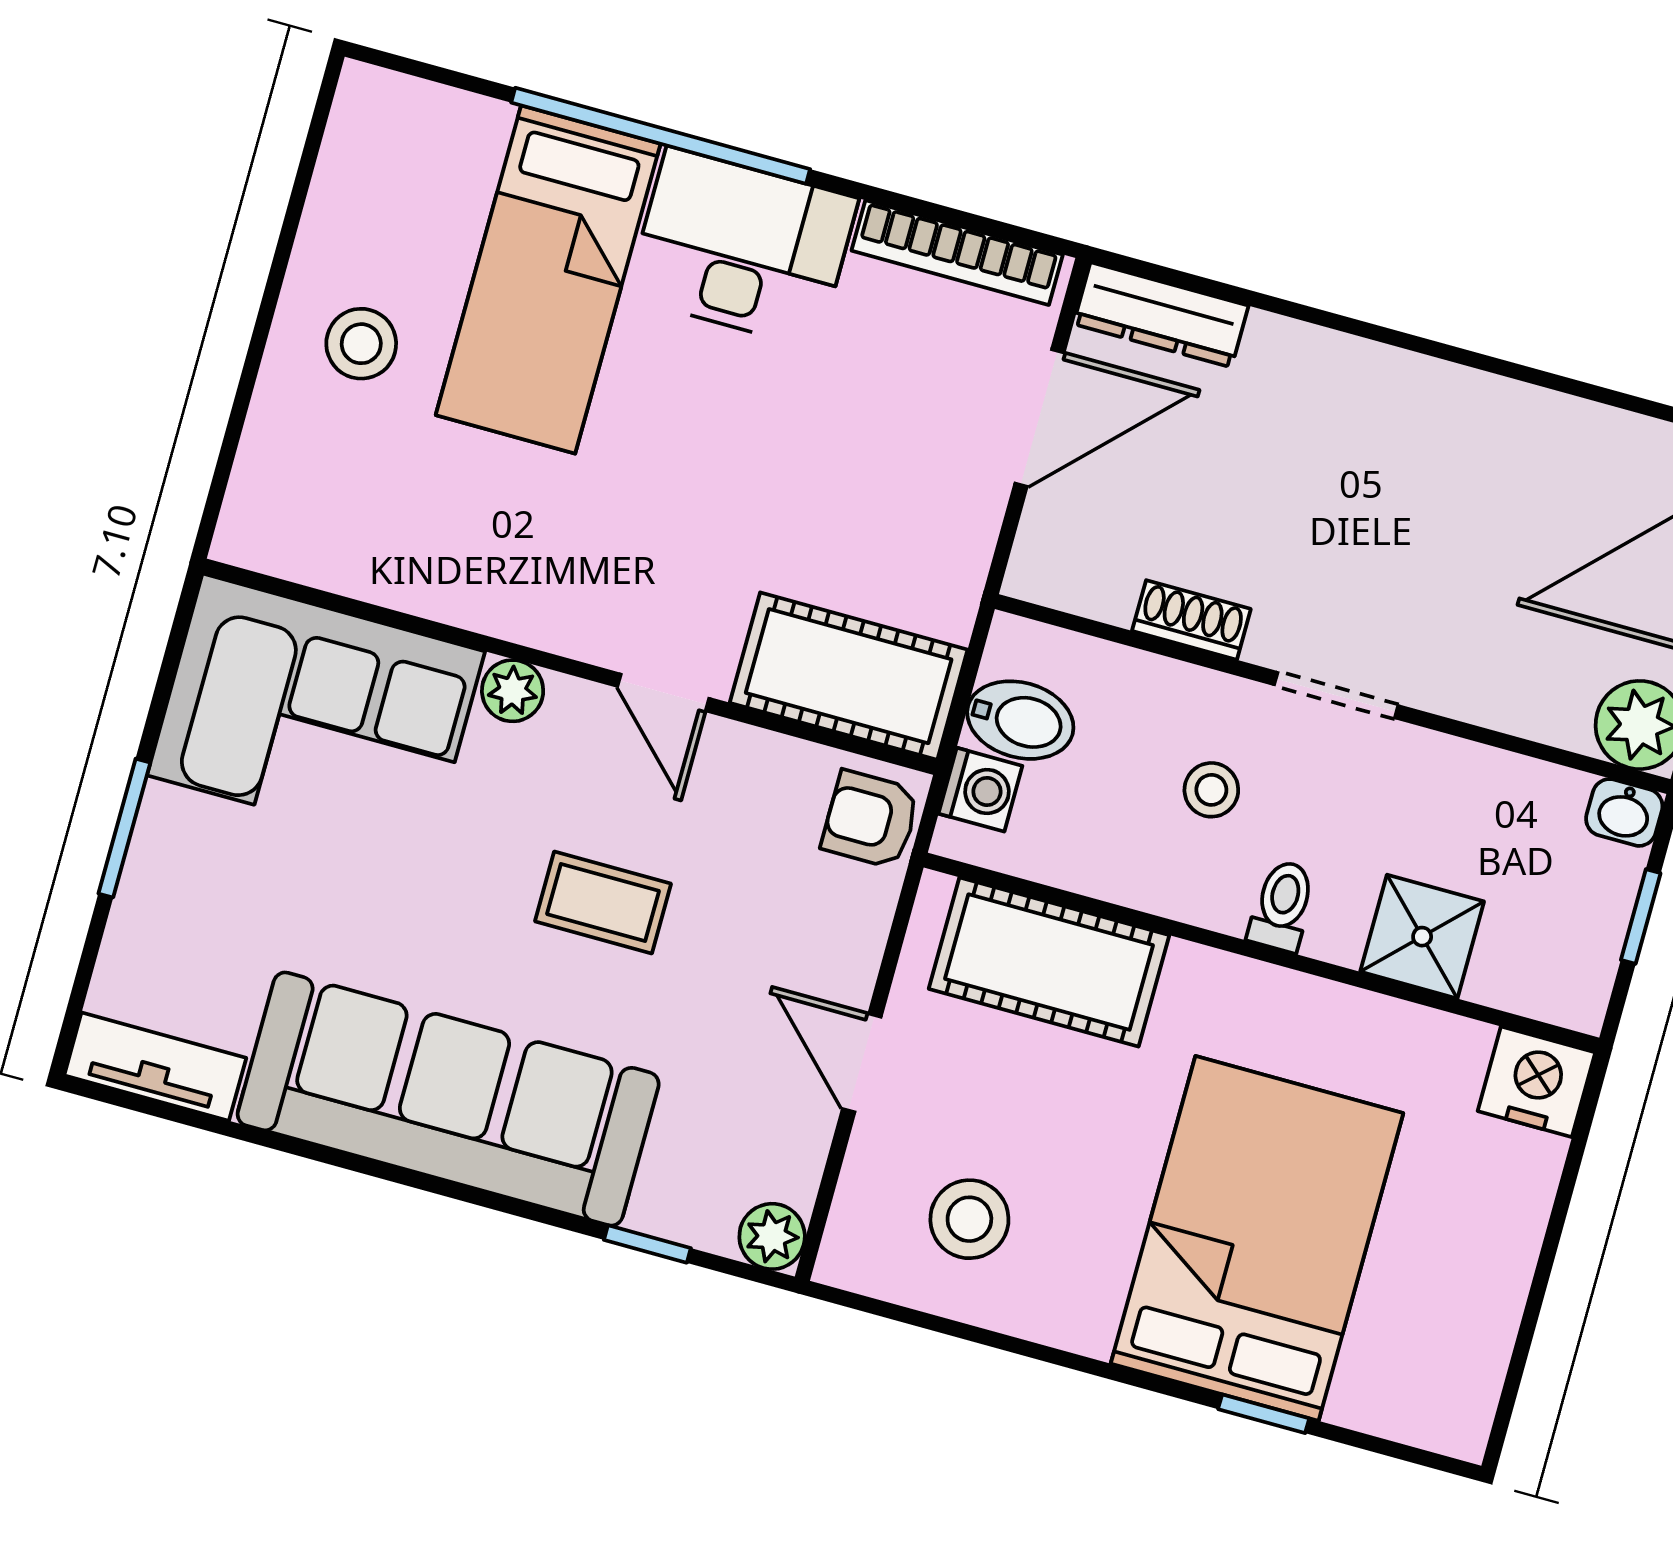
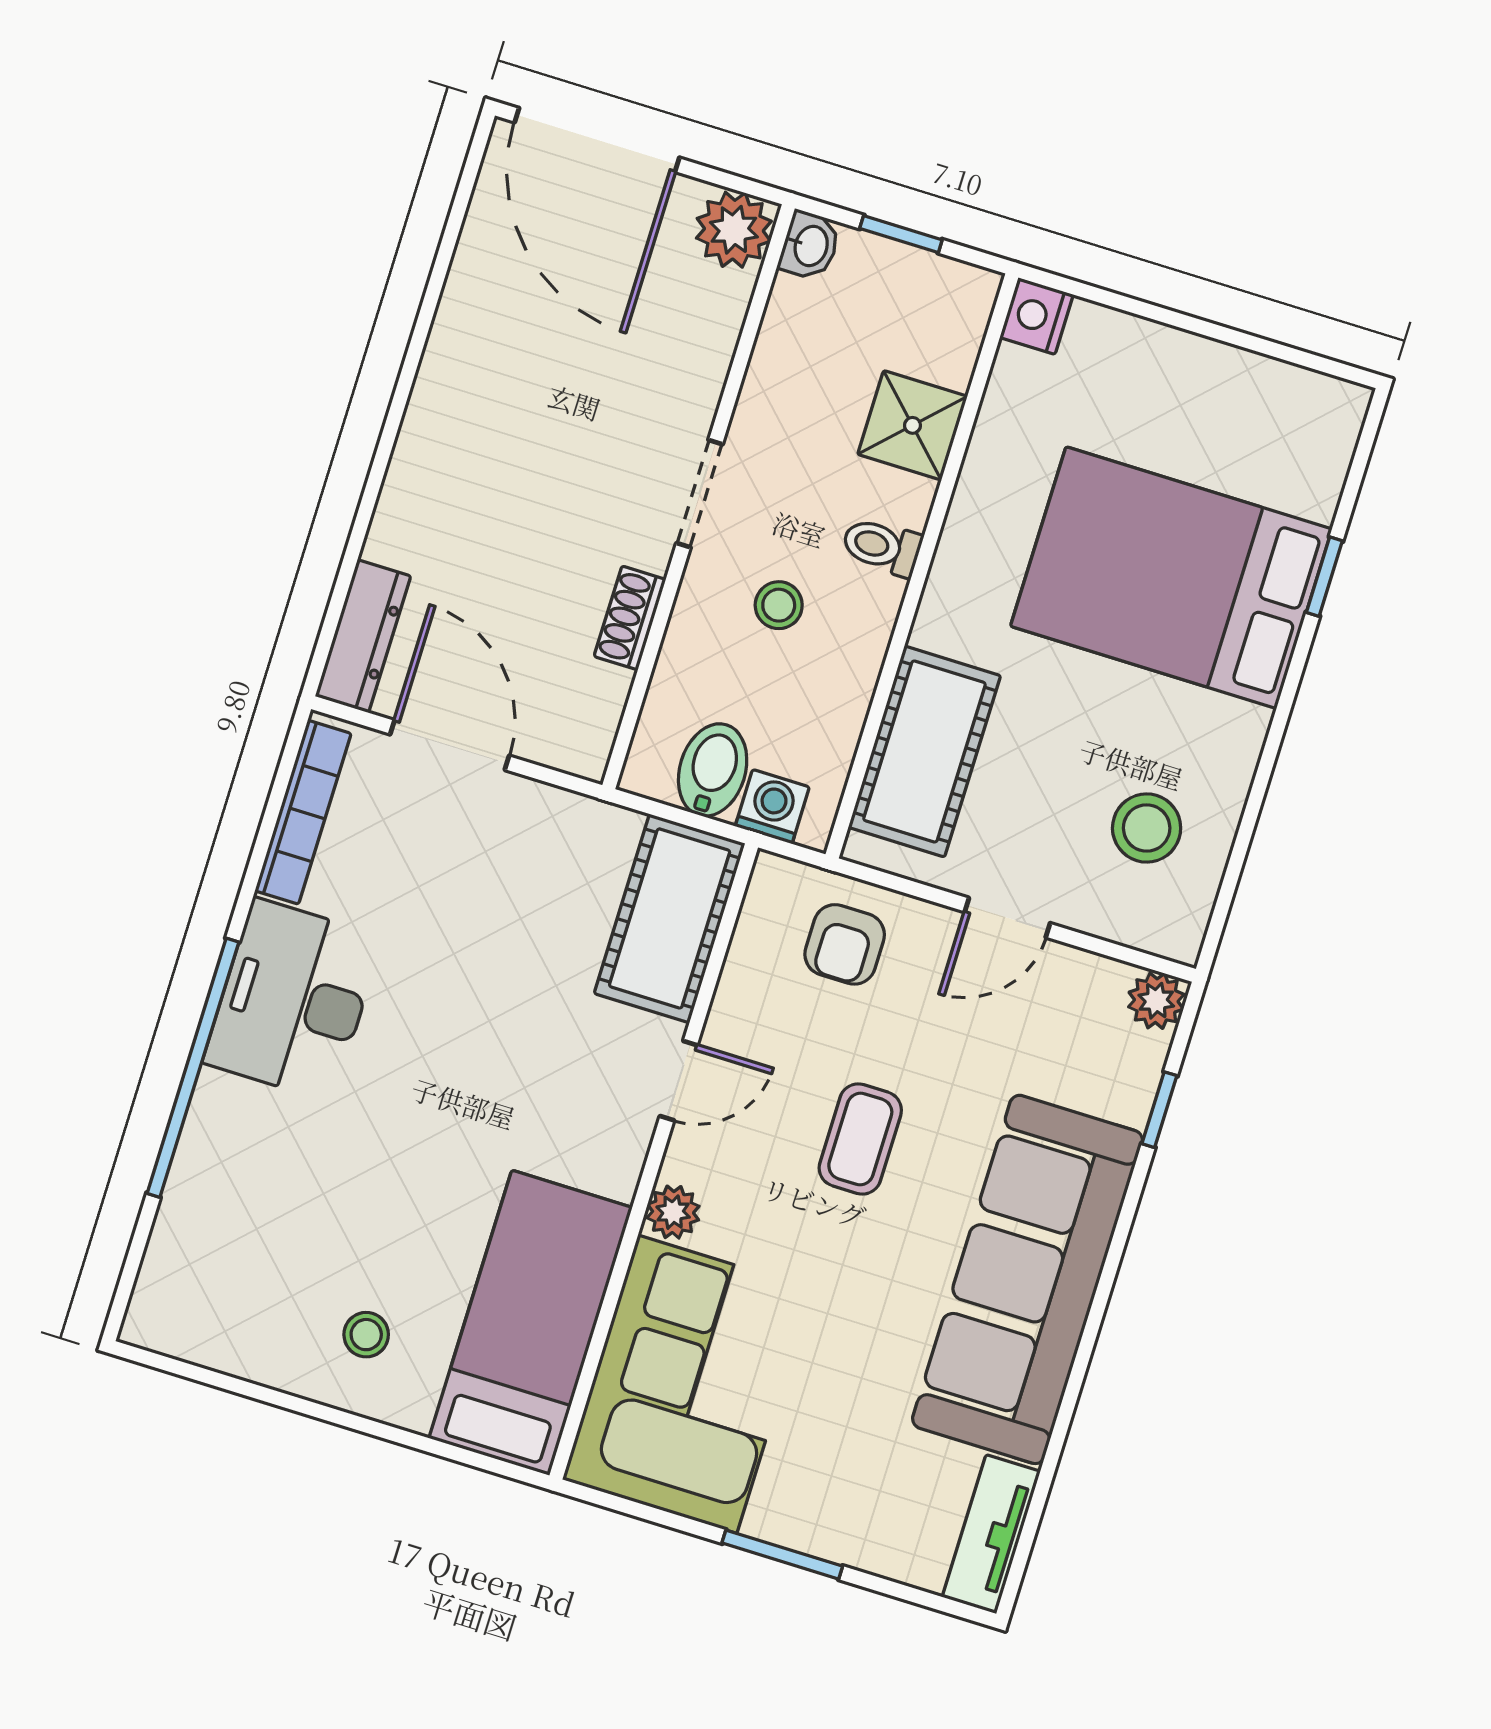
bed: (548, 279) -> (531, 1323), moved, turned -90
stool: (361, 344) -> (366, 1335), width x0.73, depth x0.73
armchair: (871, 819) -> (845, 944), moved
nightstand: (1536, 1082) -> (1037, 316), width x0.74, depth x0.75

